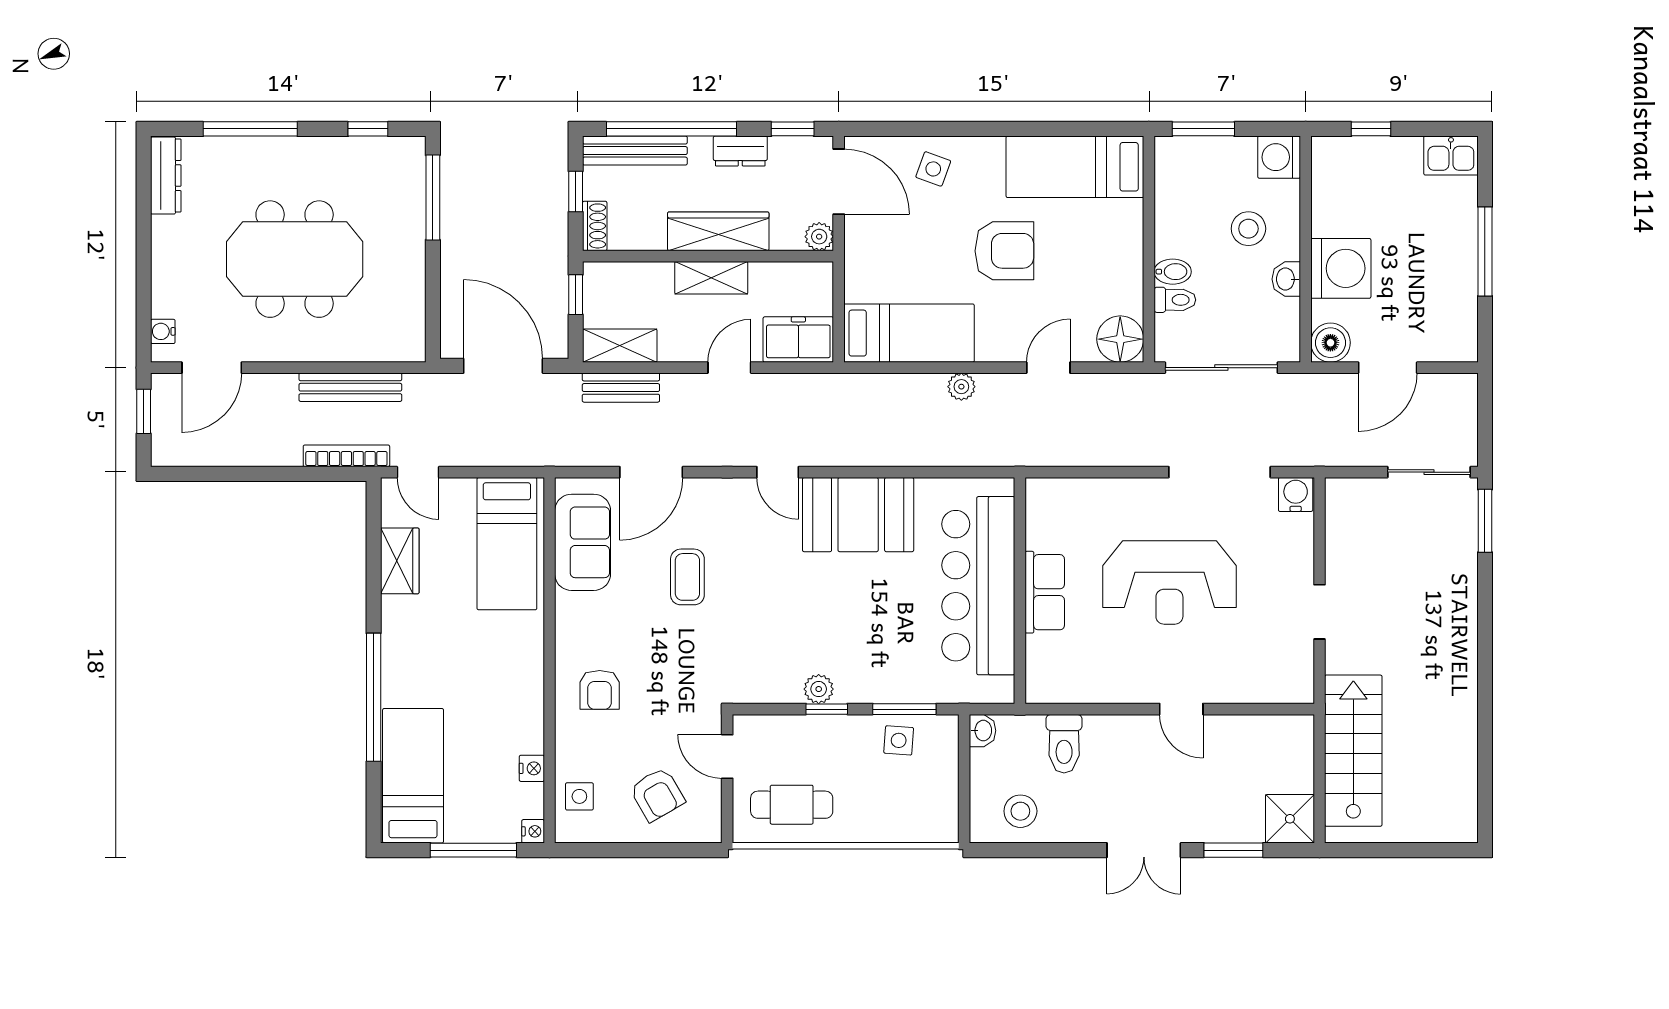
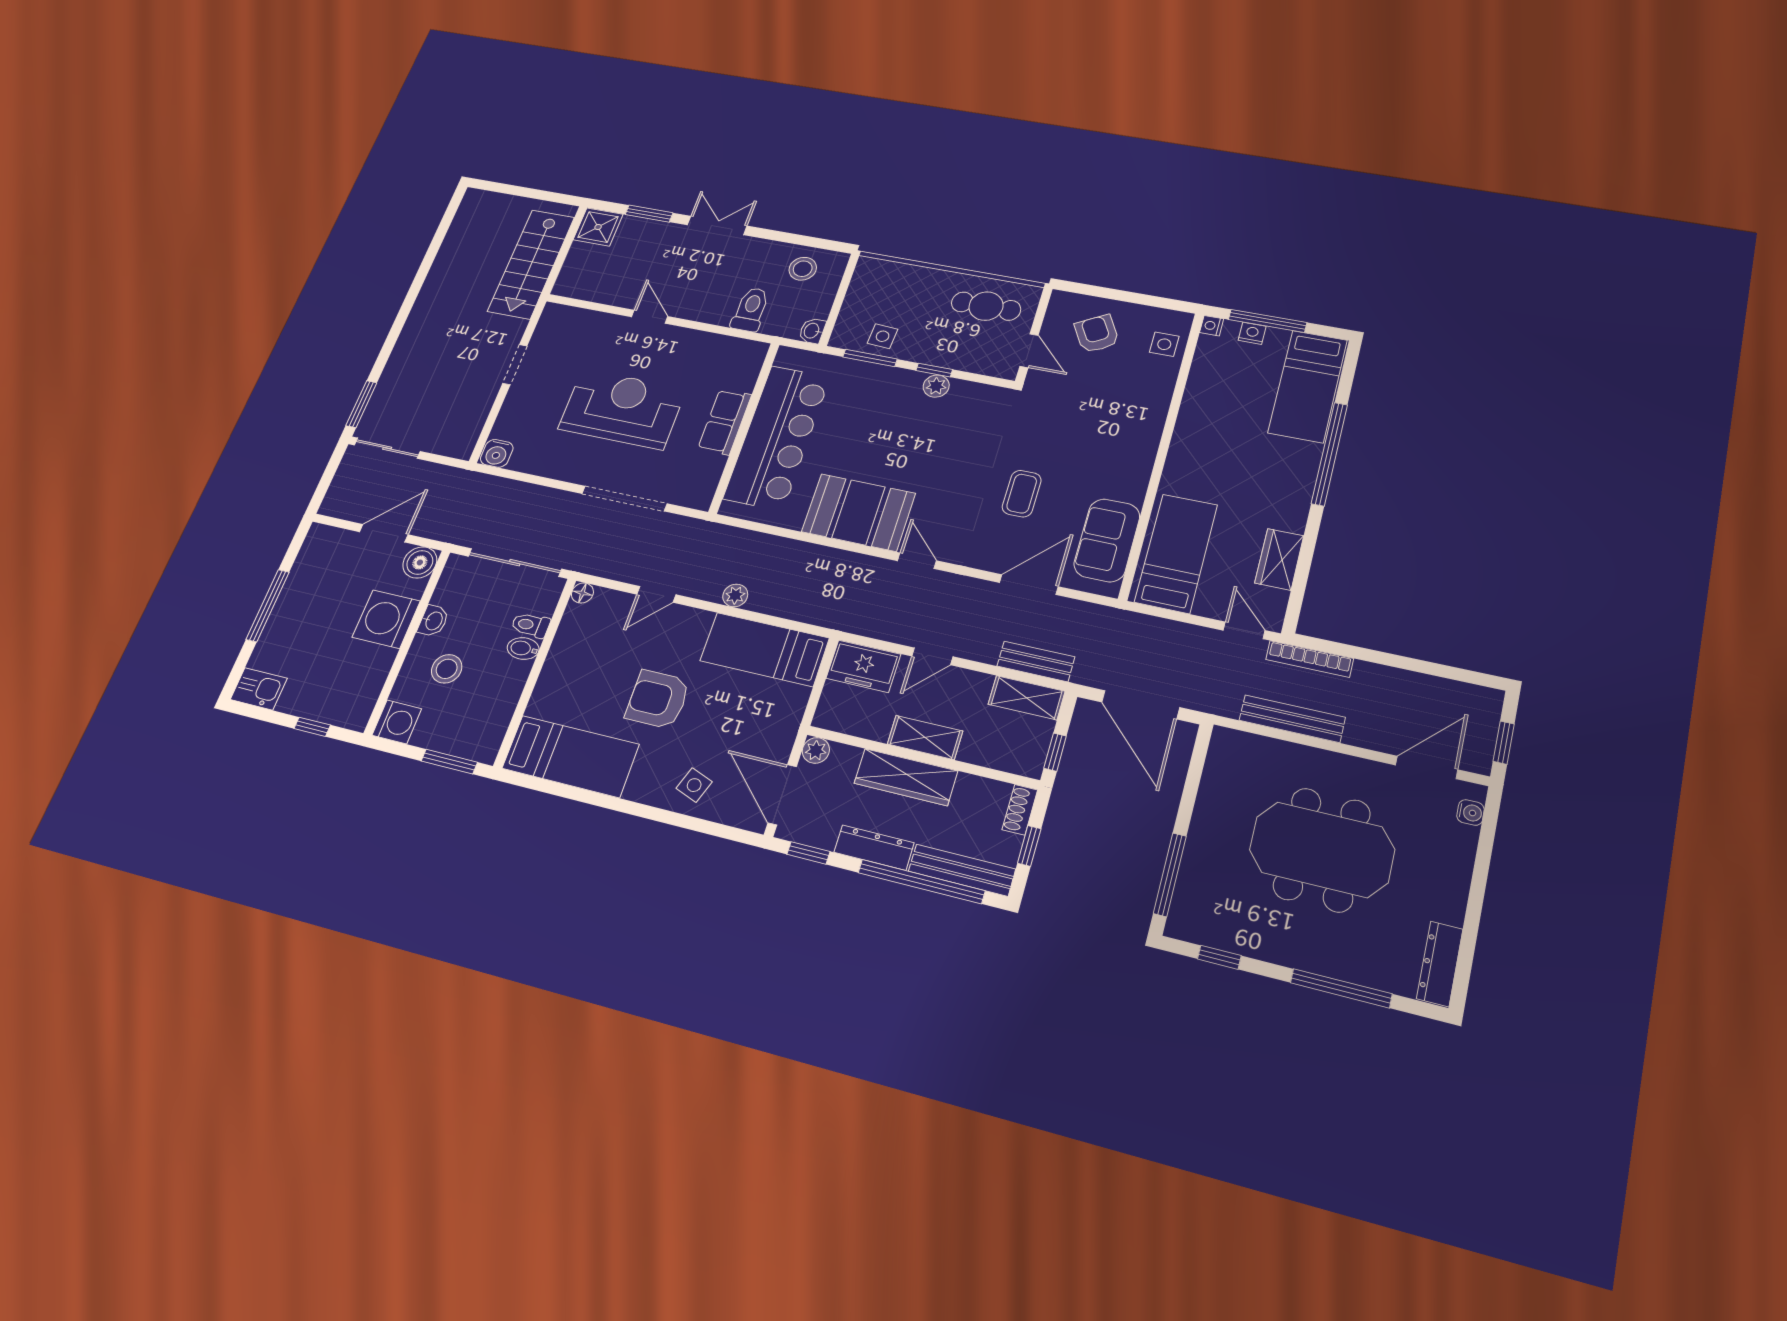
dresser: (740, 151) -> (874, 848), width x1.44
floor lamp: (1120, 339) -> (582, 593), width x0.53, depth x0.53
doorway: (1220, 472) -> (624, 499), moved
armchair: (600, 690) -> (1124, 421), removed
nightstand: (532, 768) -> (1252, 333), moved, turned 90

